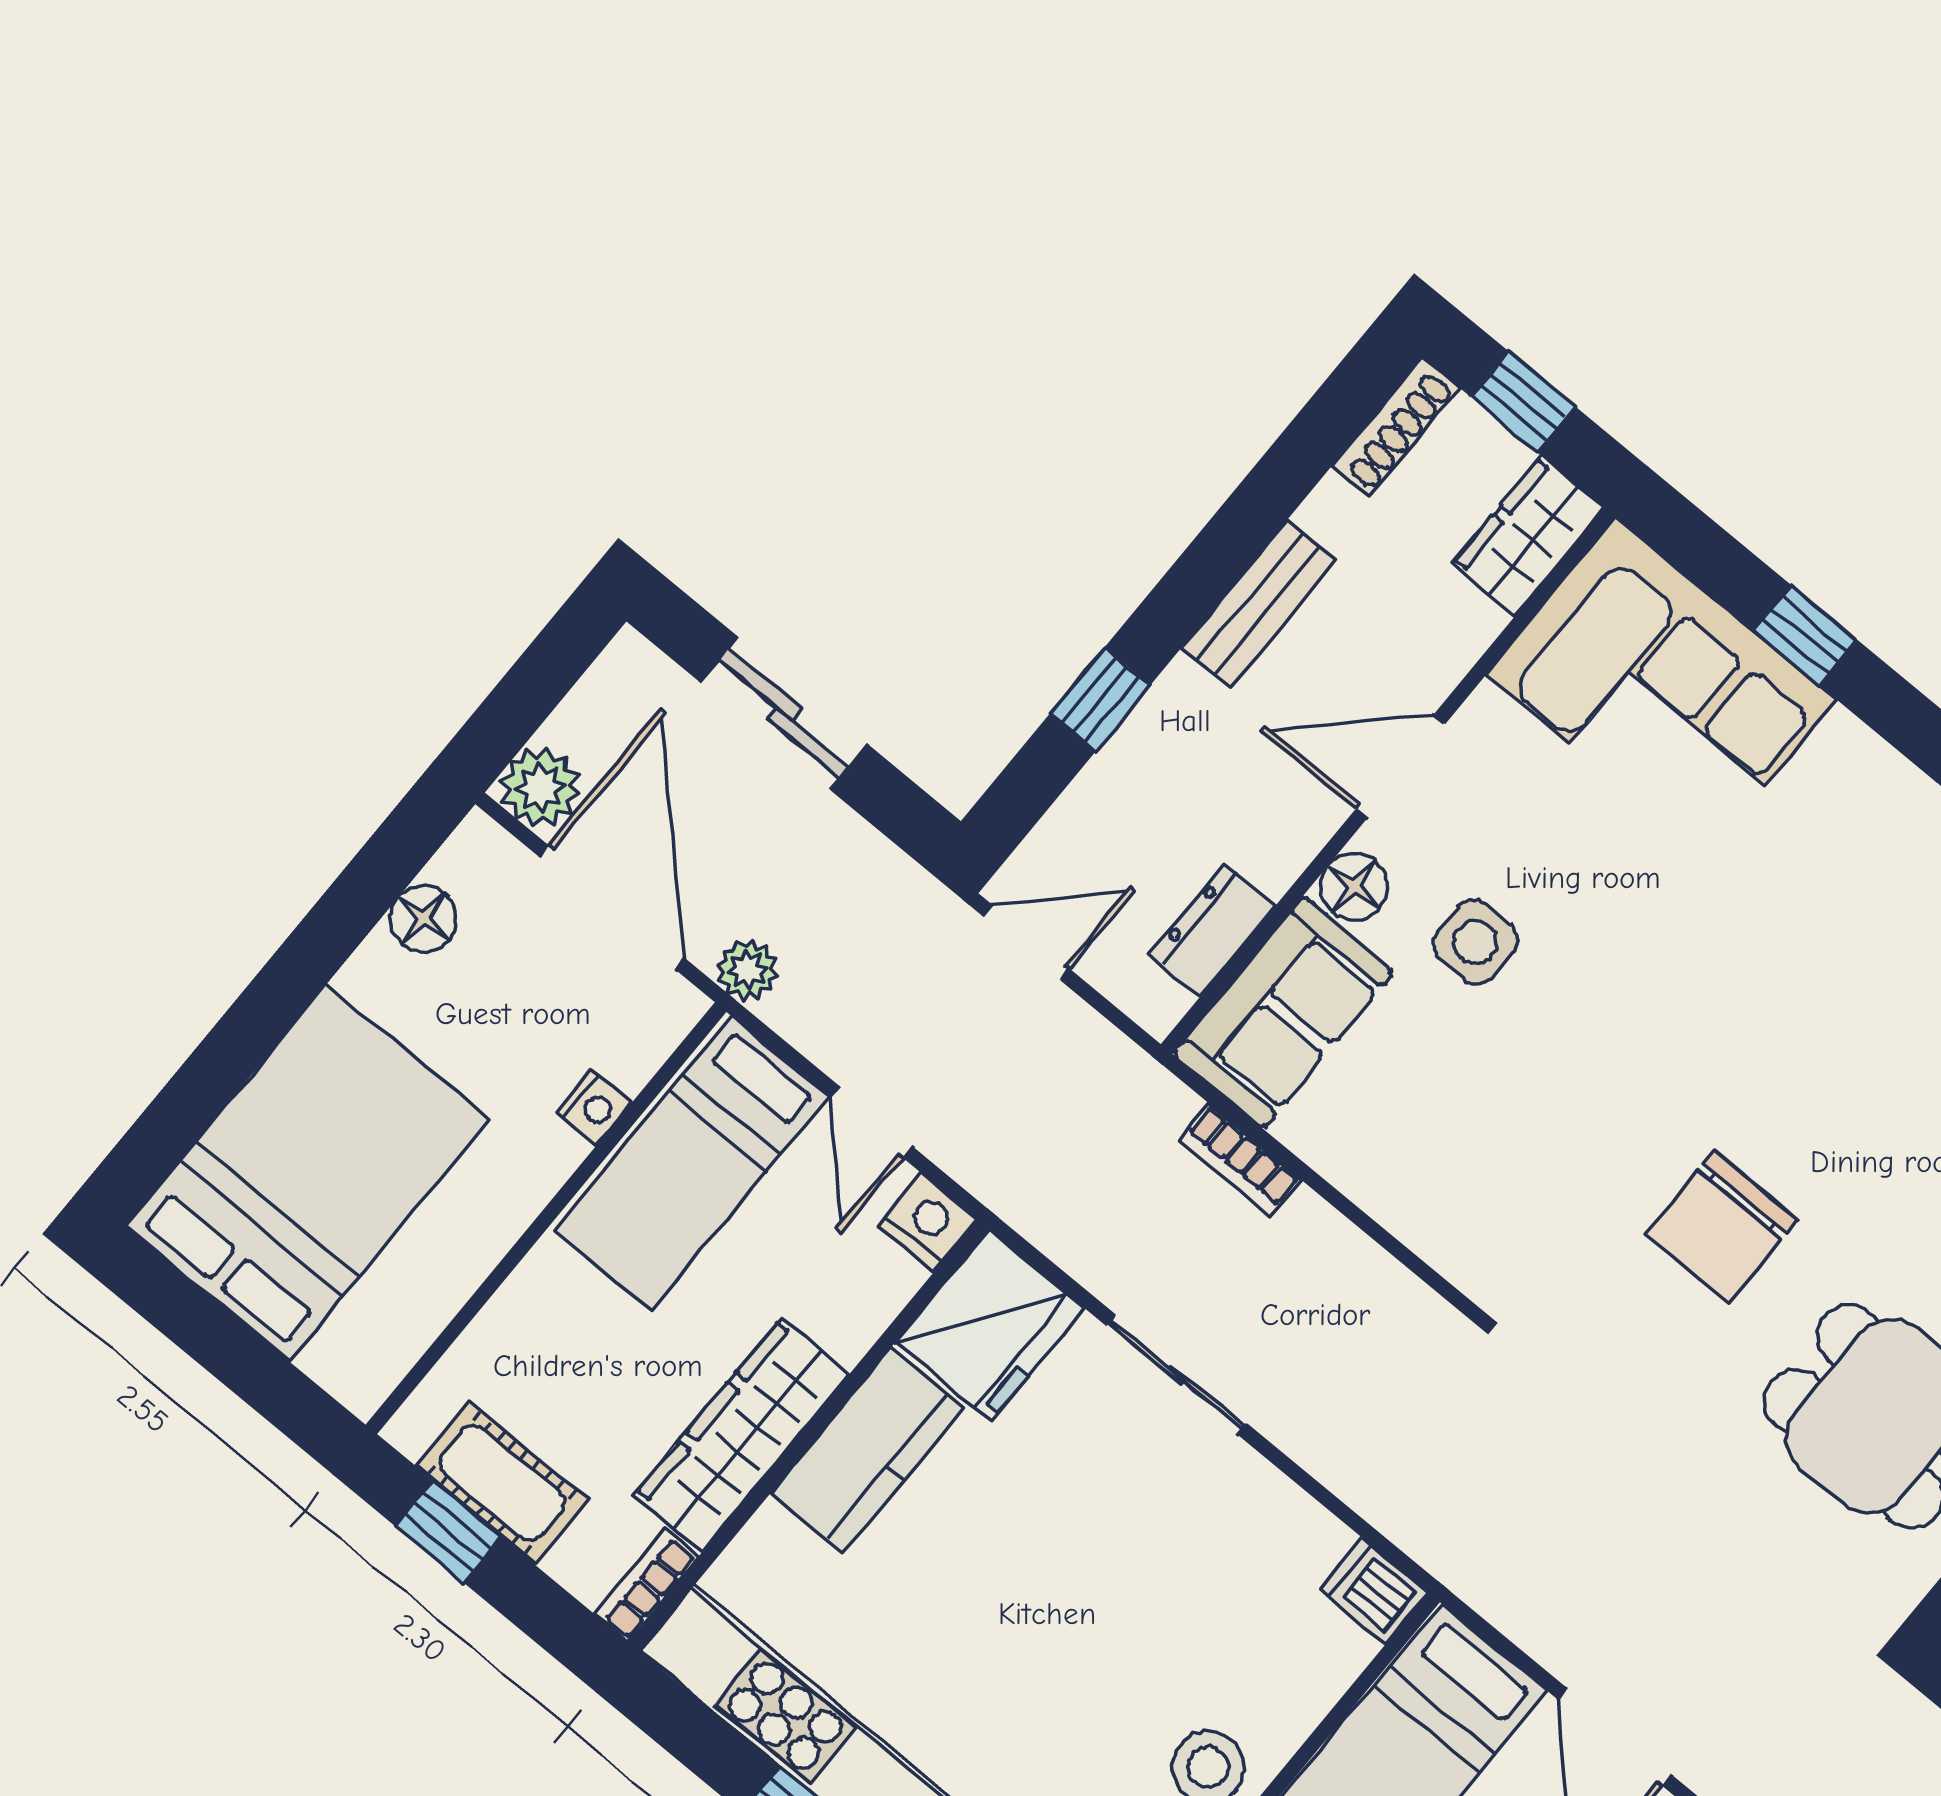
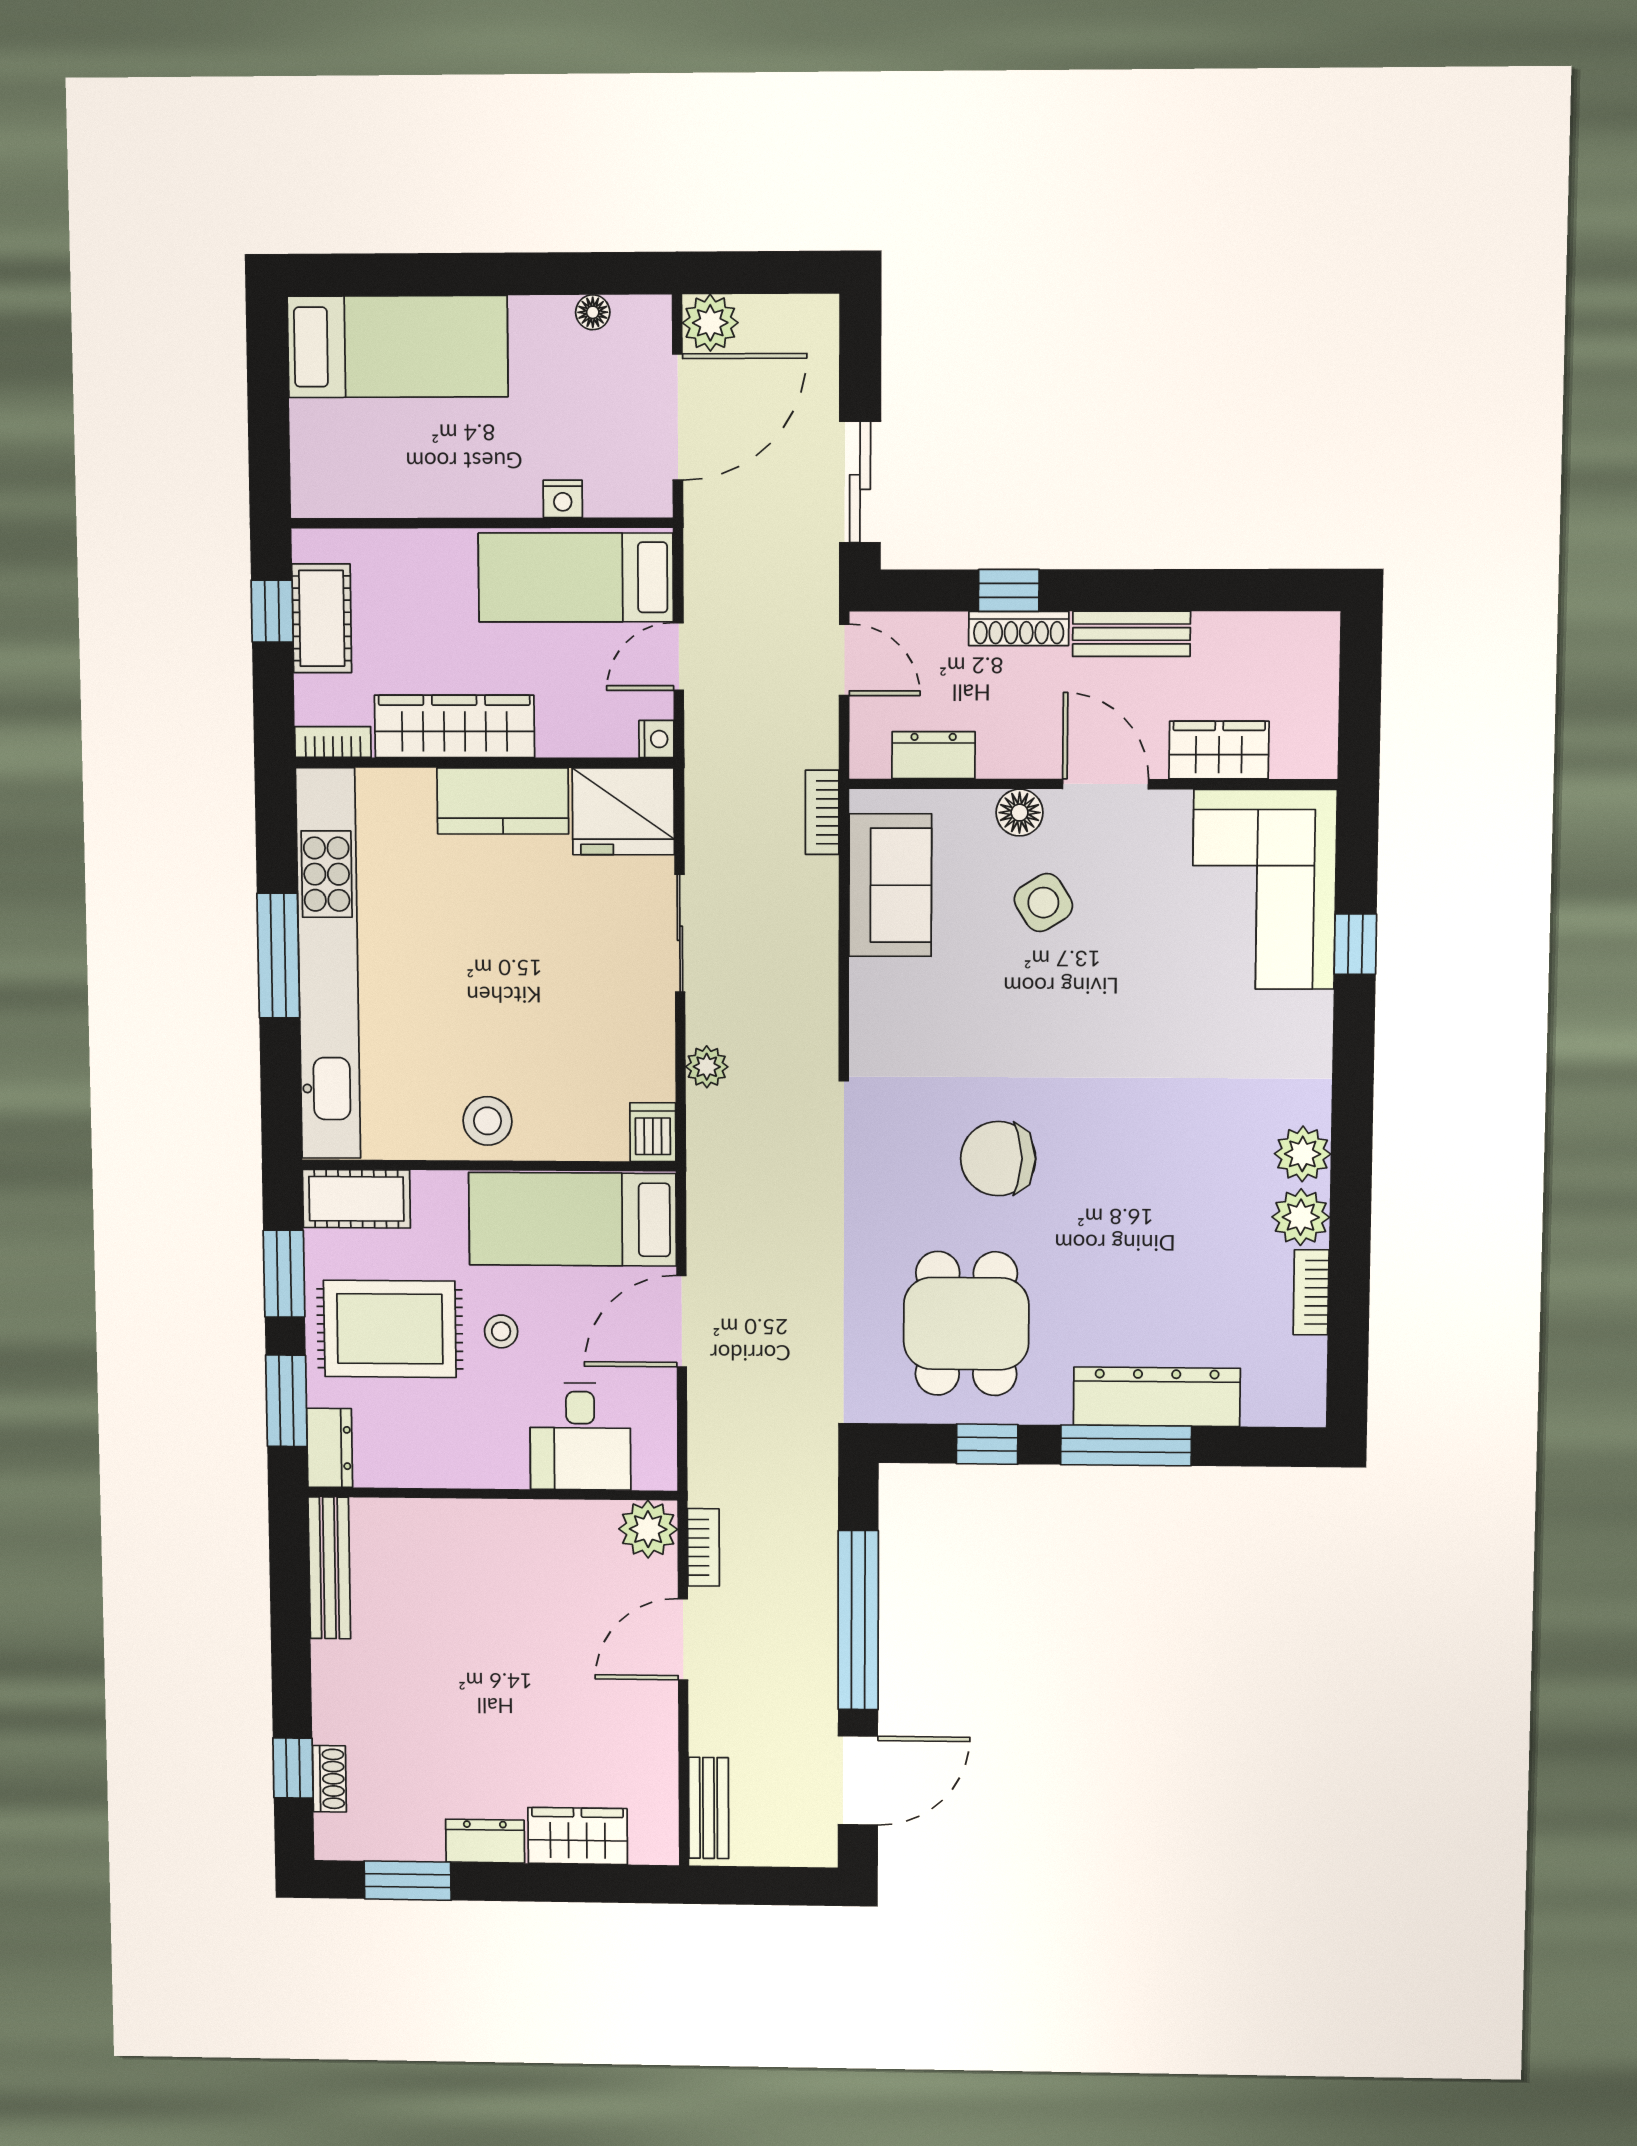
window: (1523, 402) -> (1360, 687), removed
shoe rack: (1395, 427) -> (1019, 629), moved
wardrobe: (1528, 536) -> (1219, 750), moved
sliding door: (784, 713) -> (860, 482), moved
floor lamp: (423, 919) -> (593, 312), width x0.73, depth x0.73
side table: (1475, 942) -> (1043, 903), turned -32
plant: (748, 970) -> (707, 1067), moved
sofa: (1283, 1013) -> (890, 885), moved, turned -90
bookcase: (1240, 1160) -> (822, 812), moved
bed: (308, 1173) -> (398, 347), width x0.67
nightstand: (927, 1222) -> (656, 739), width x0.72, depth x0.74

